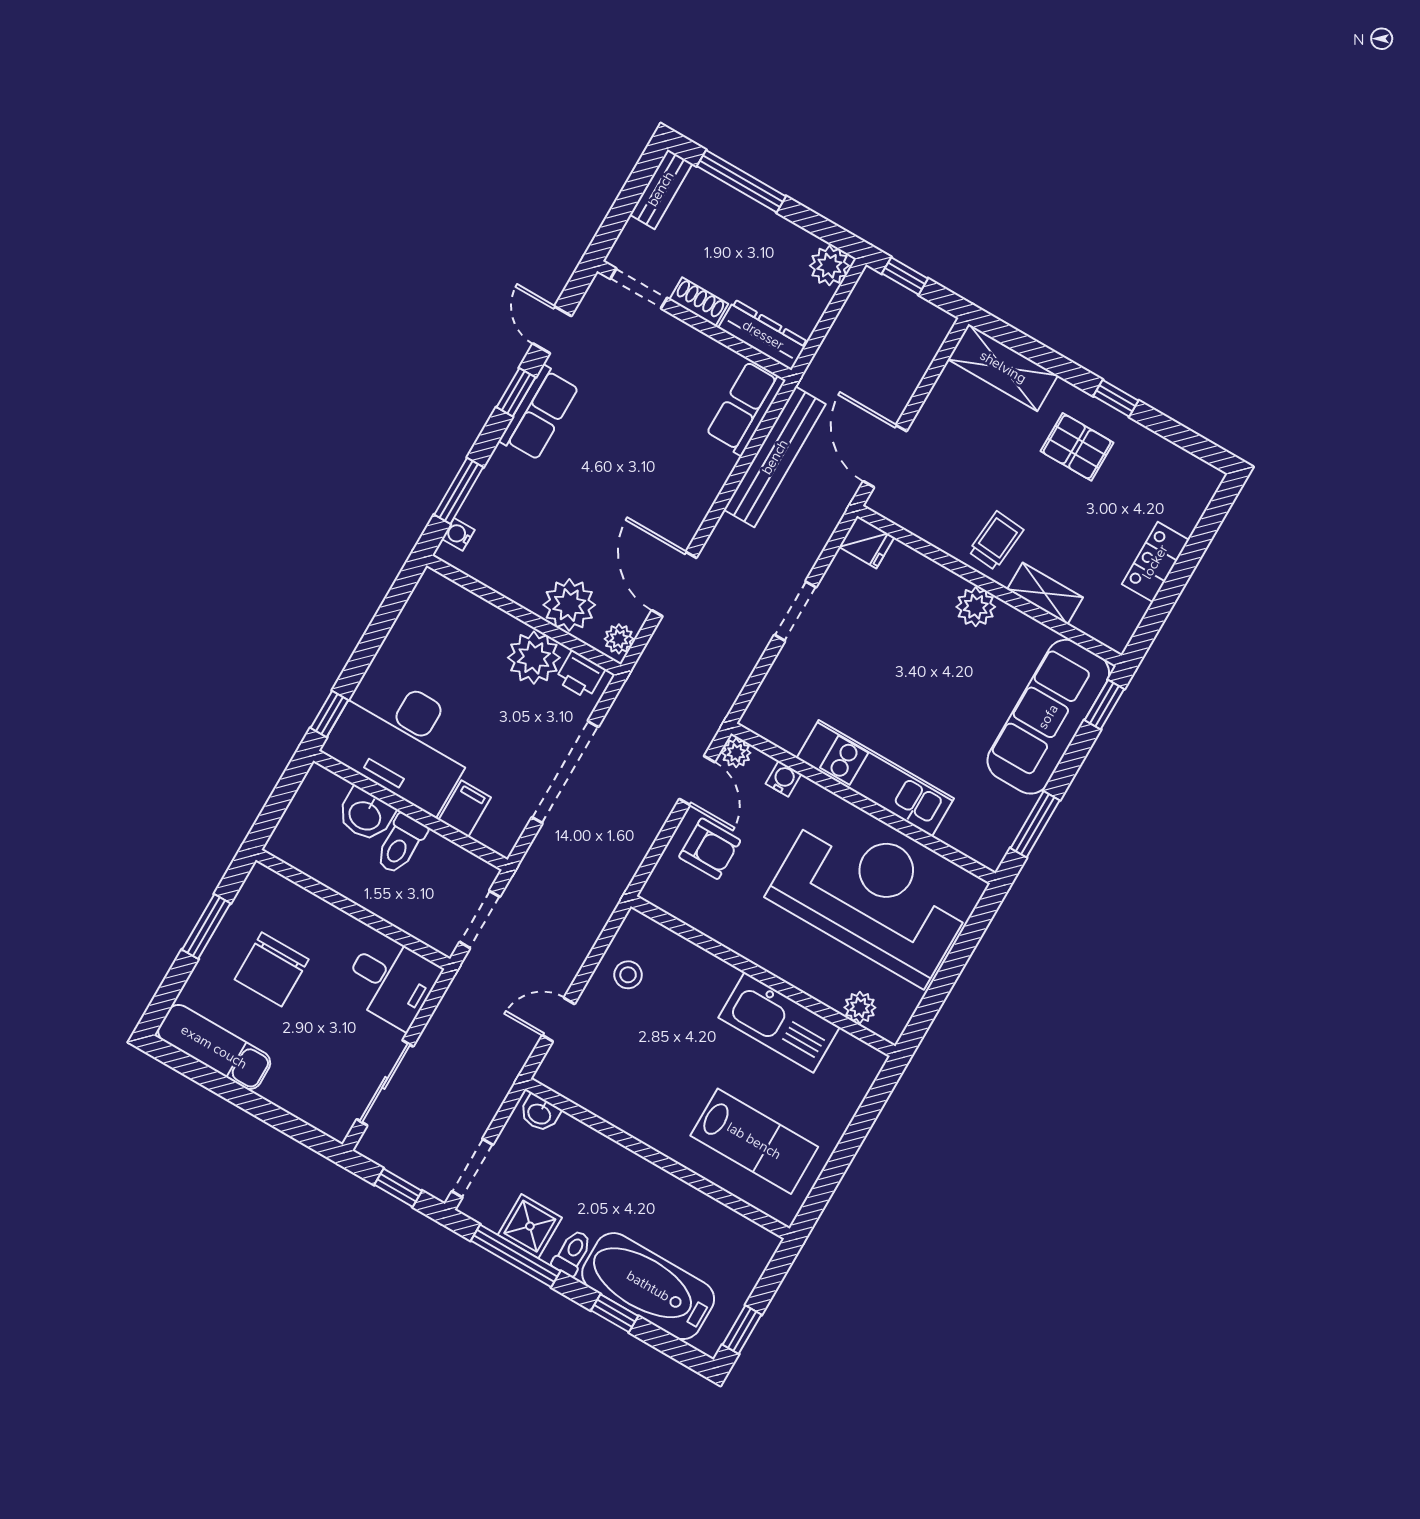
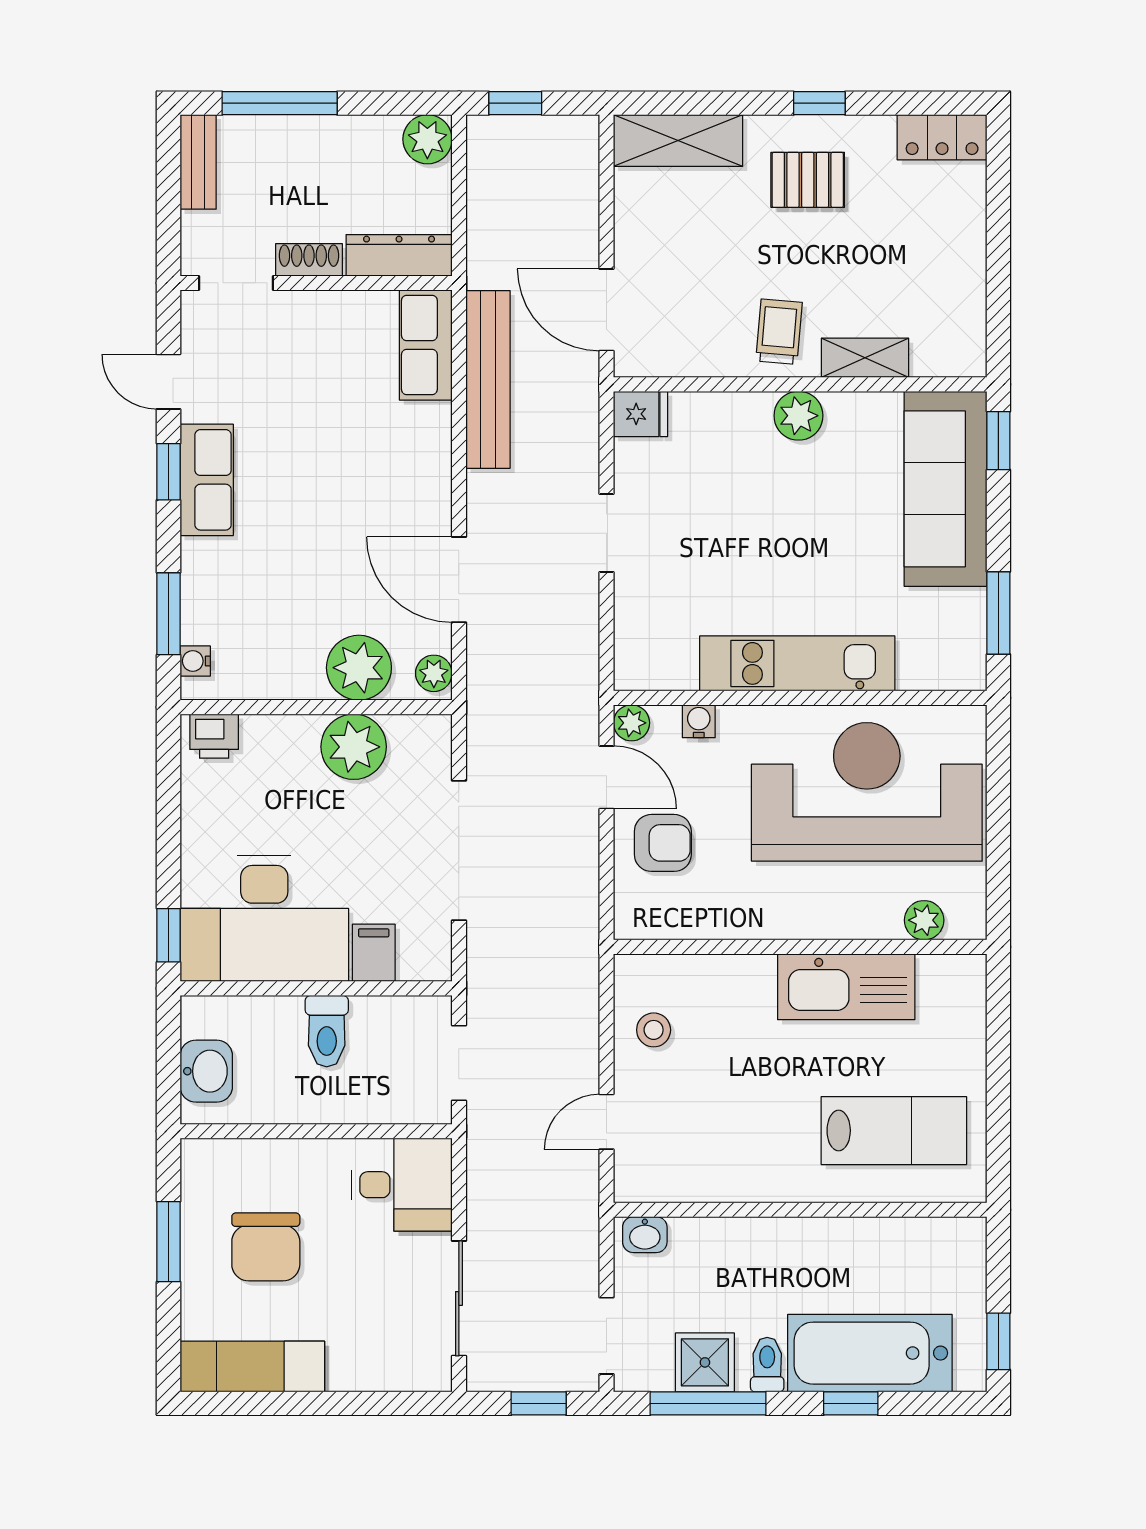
locker: (1155, 562) -> (942, 137), moved, turned -90
printer: (580, 675) -> (214, 736), moved
washbasin: (365, 815) -> (206, 1071), moved, turned -90

